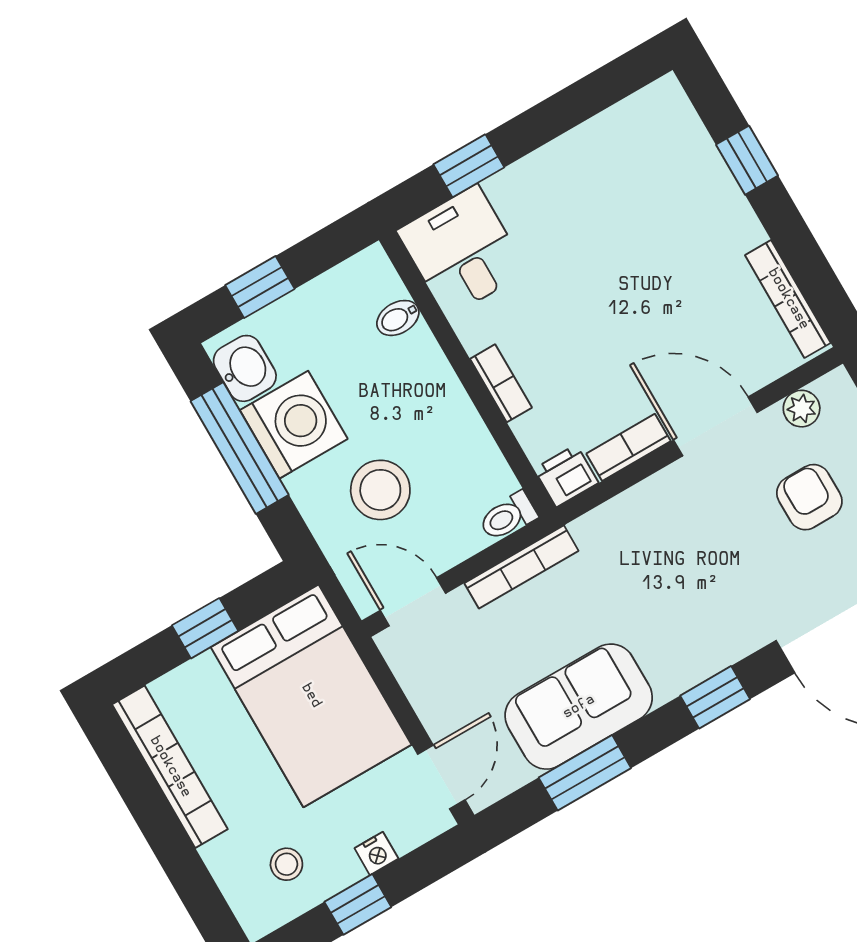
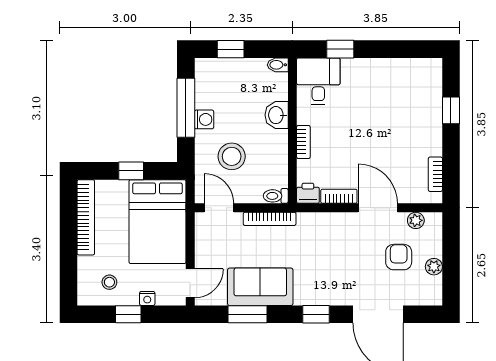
bookcase: (788, 299) -> (435, 174), width x0.64
bidet: (398, 318) -> (278, 65), moved
washbasin: (245, 368) -> (277, 115), moved, turned 180
washing machine: (294, 425) -> (204, 119), width x0.53, depth x0.53

